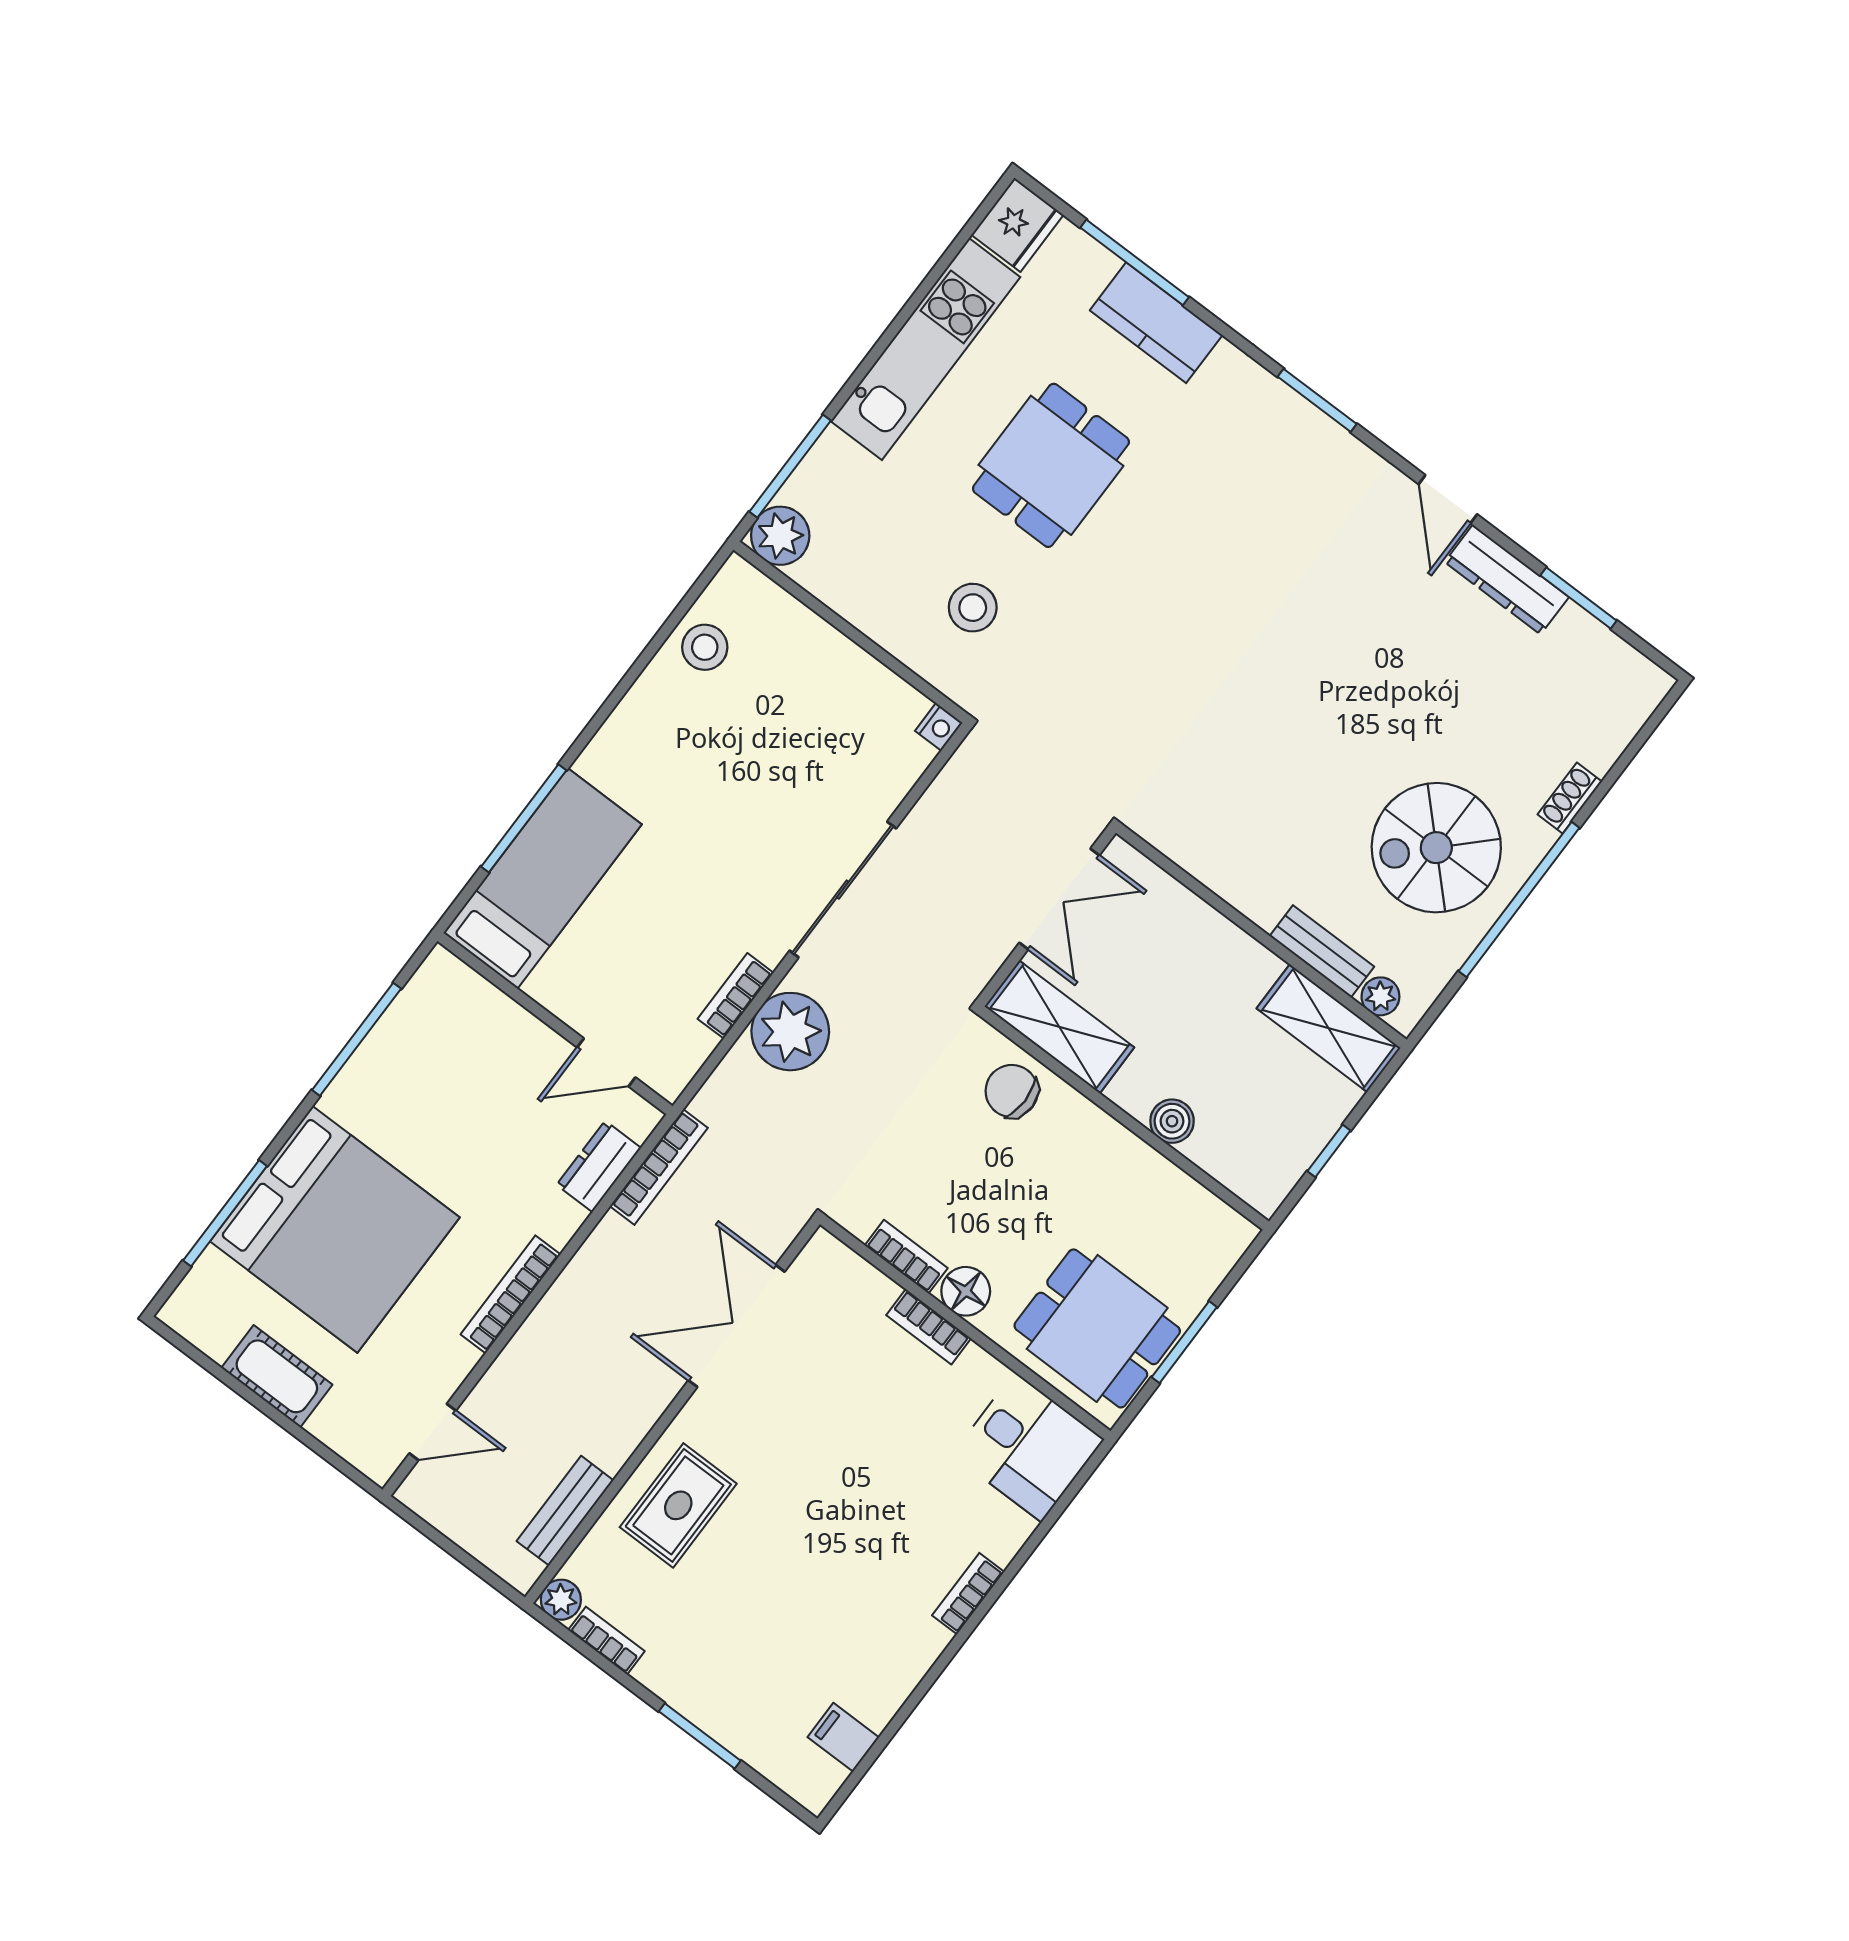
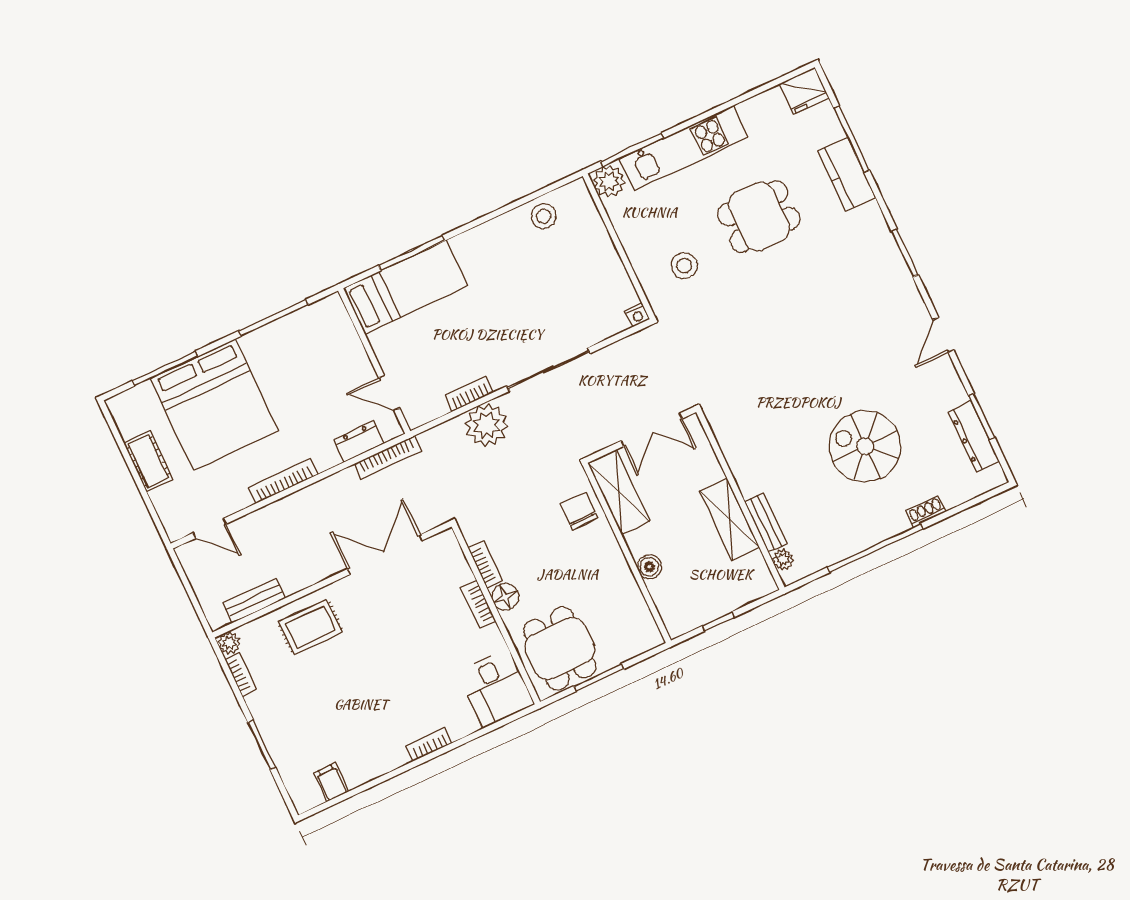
kitchen unit: (925, 349) -> (683, 148), moved
dresser: (1507, 580) -> (974, 437), moved
spiral stairs: (1436, 848) -> (865, 446), moved
shelving: (1329, 1028) -> (730, 519), moved

